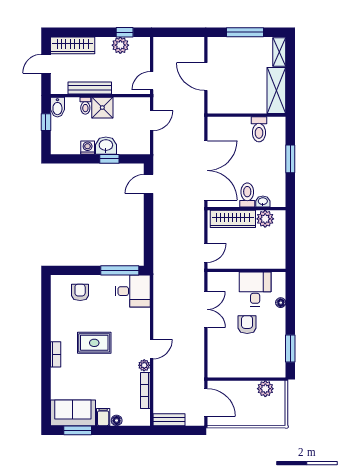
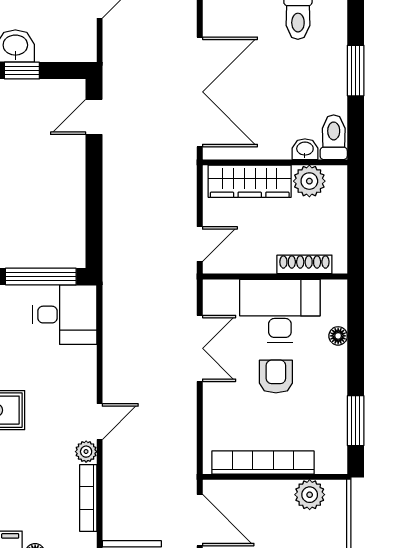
toilet: (247, 195) -> (334, 137), moved
shoe rack: (263, 264) -> (304, 264), added
desk: (255, 289) -> (280, 311), width x1.37
bookcase: (240, 371) -> (263, 463), added

